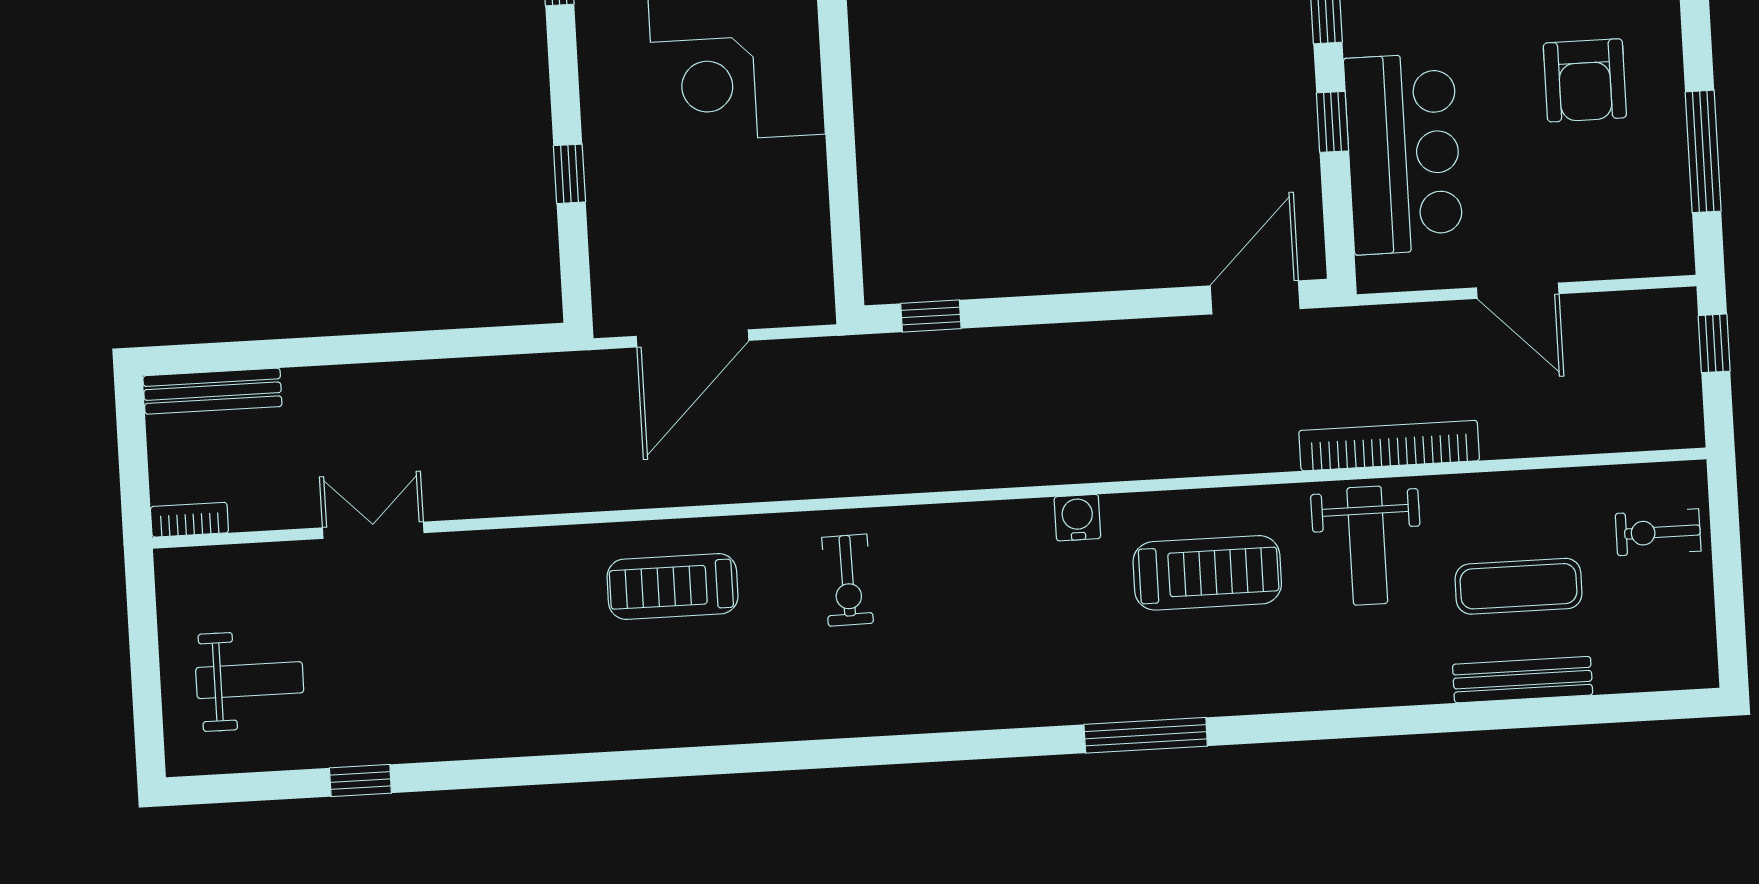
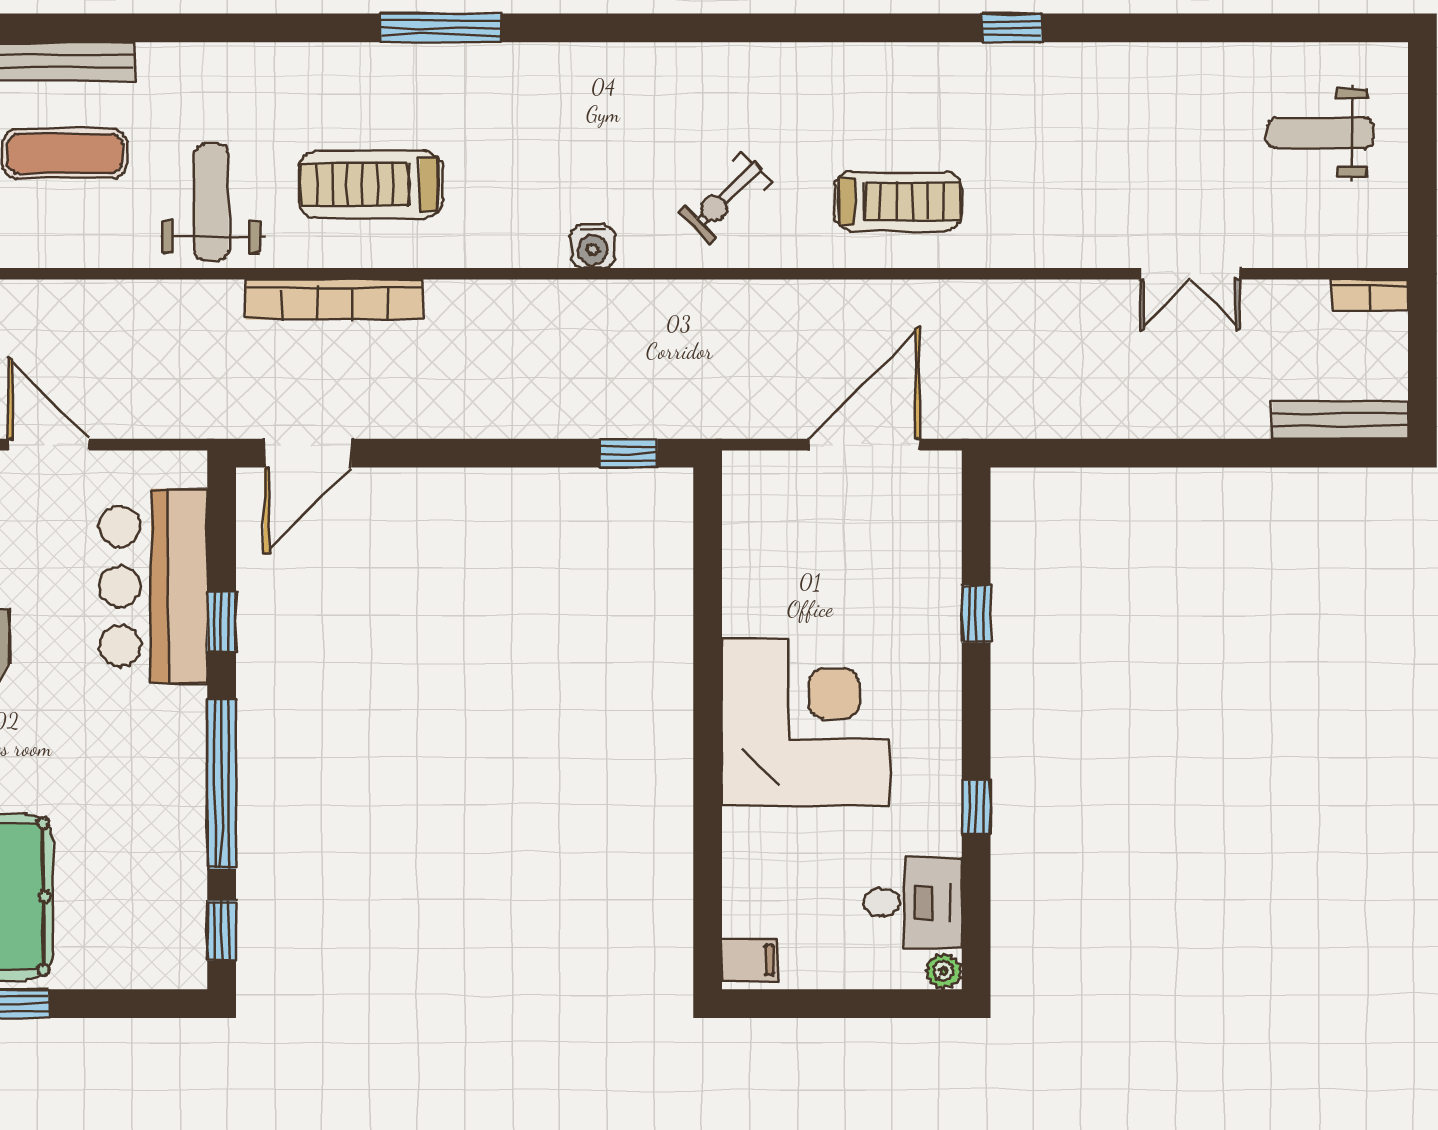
bookcase: (1389, 446) -> (334, 299), moved
water cooler: (1077, 518) -> (593, 246), moved
exercise bike: (848, 580) -> (725, 198), turned -133
window: (360, 781) -> (1012, 28), moved

